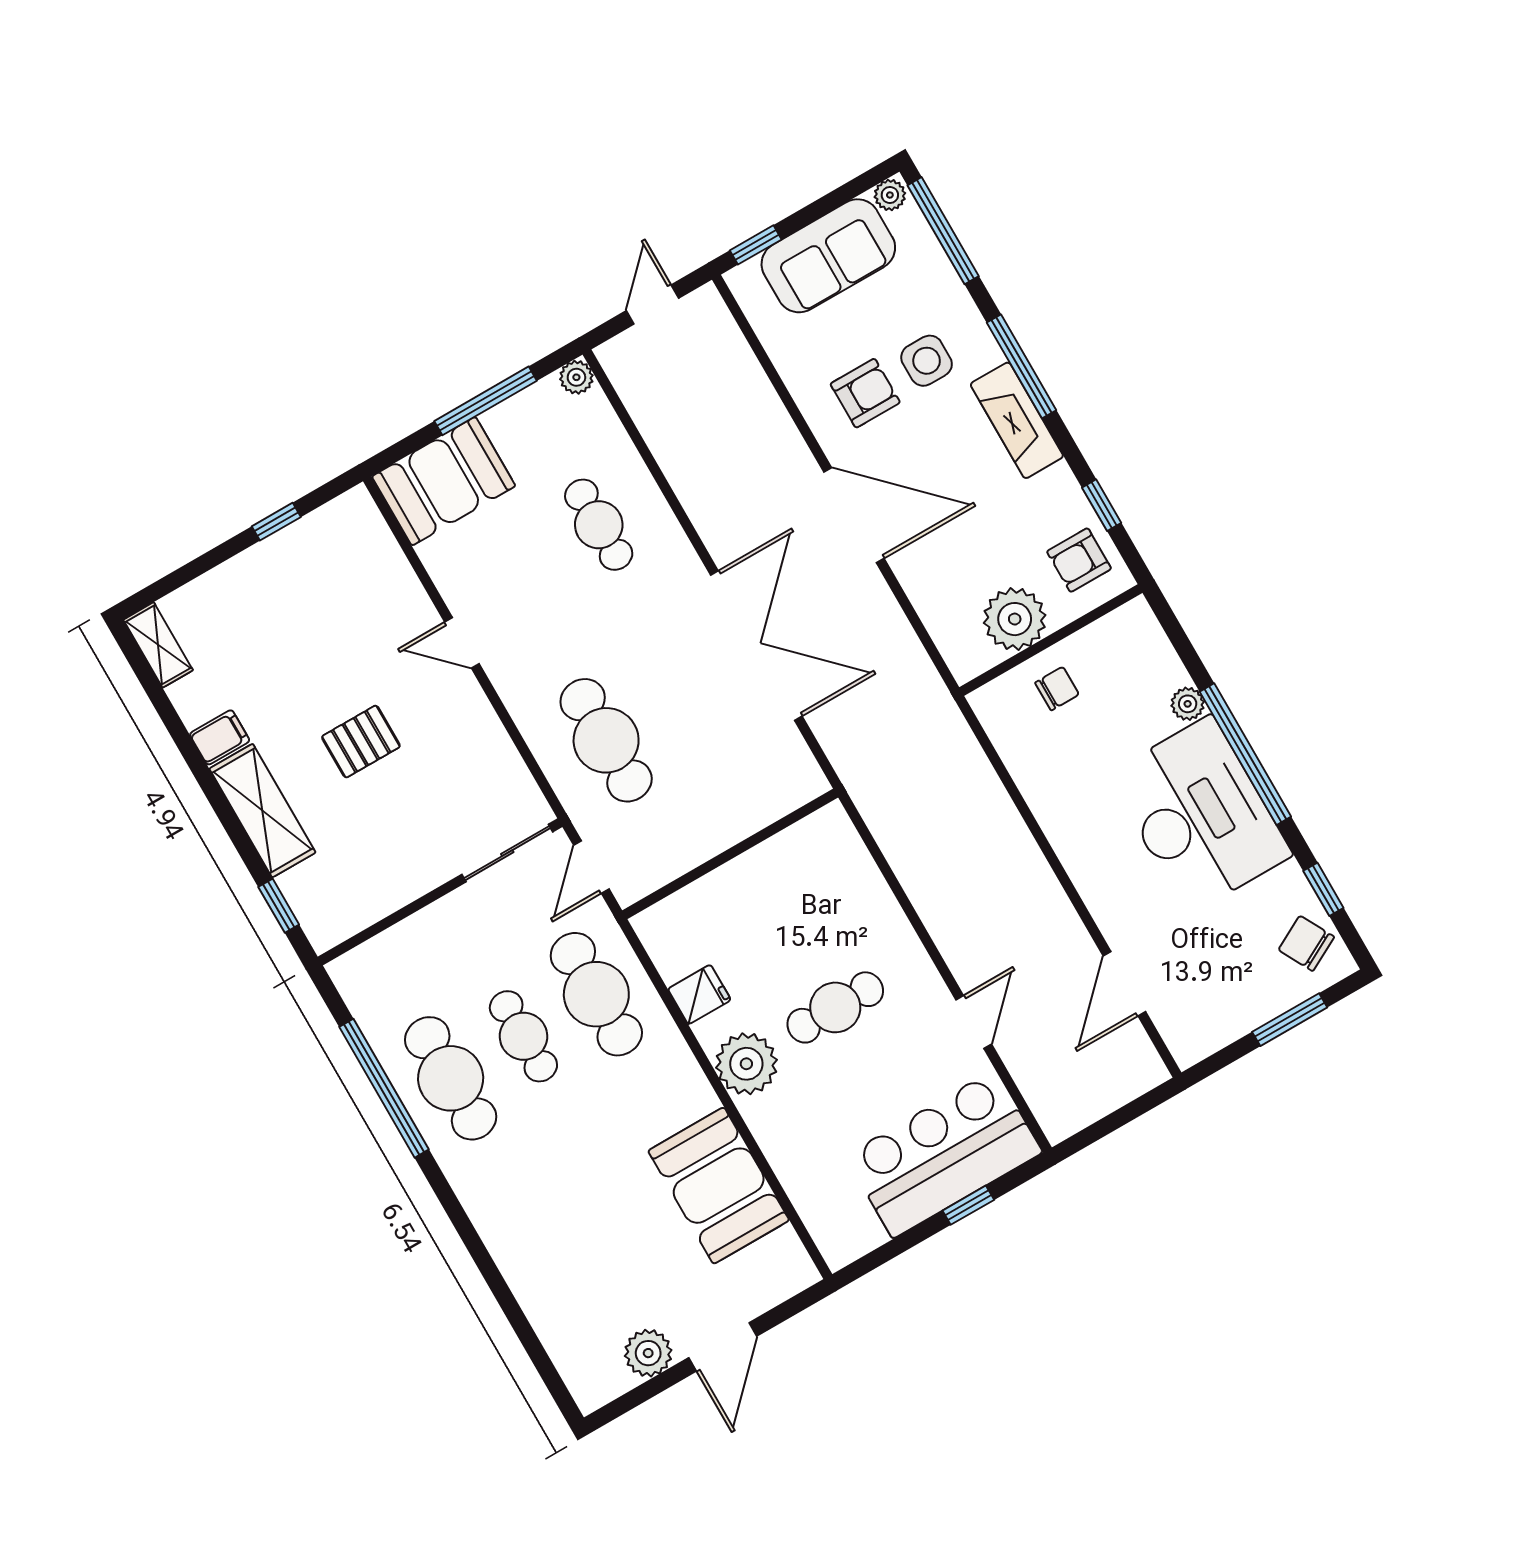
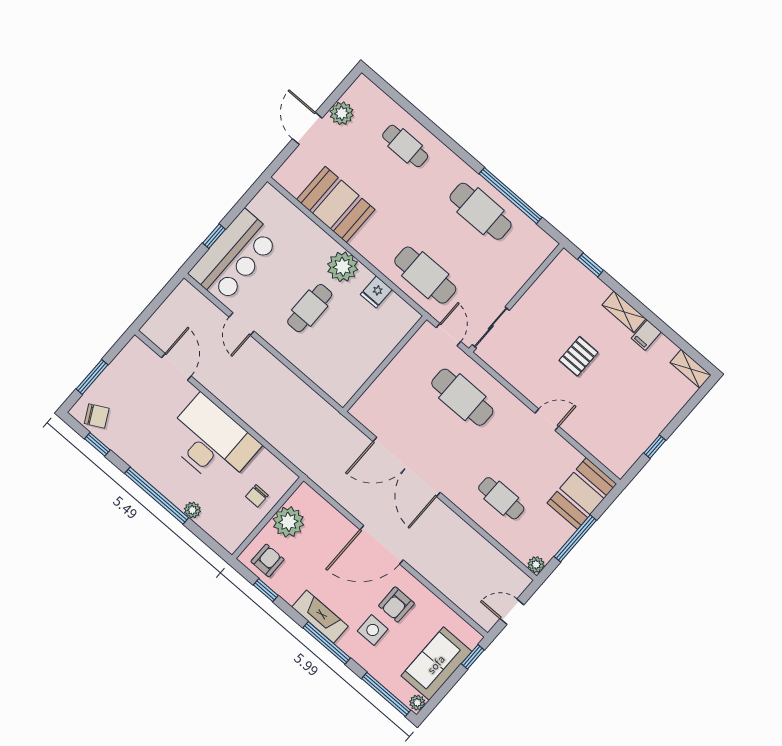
door: (653, 304) -> (512, 612), swing flipped
shelving: (262, 811) -> (624, 312), width x0.67, depth x0.75
desk: (1200, 815) -> (212, 442), moved, turned 180
cafe table: (523, 1036) -> (405, 146), moved

